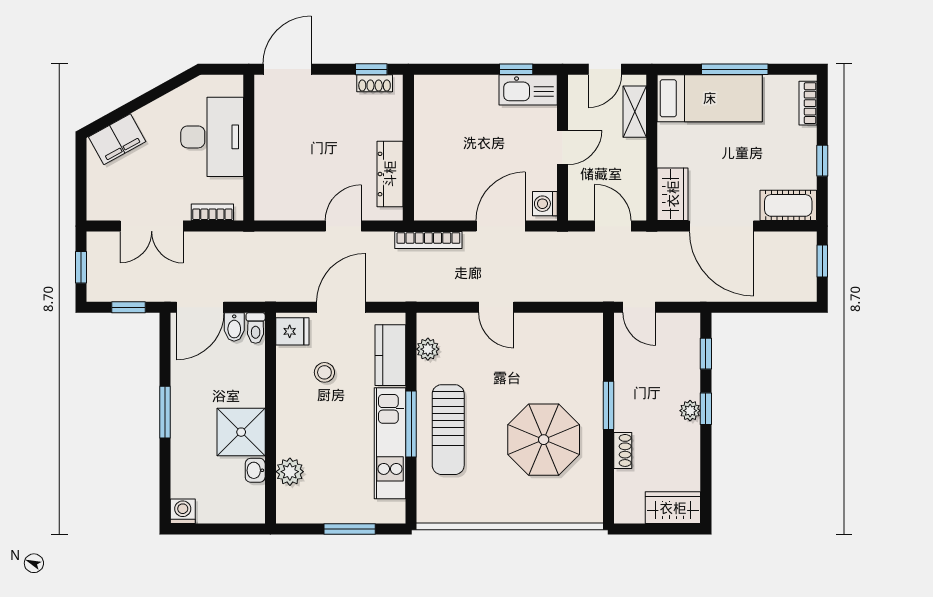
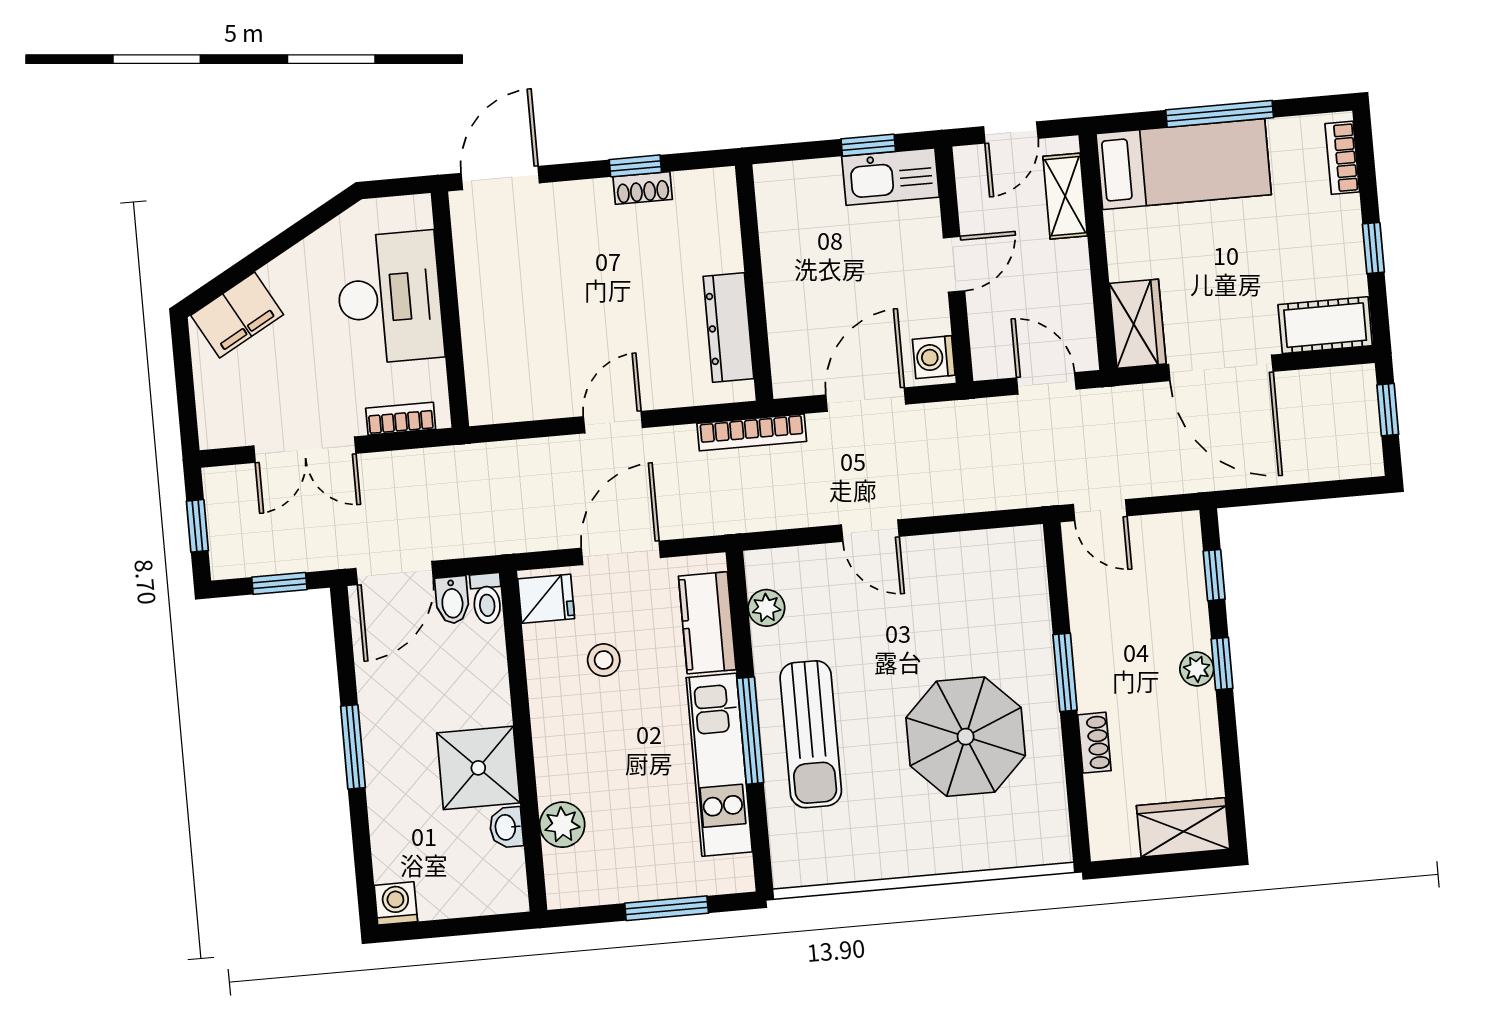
wall: (408, 148) -> (754, 282), moved
dresser: (390, 174) -> (728, 327), moved

